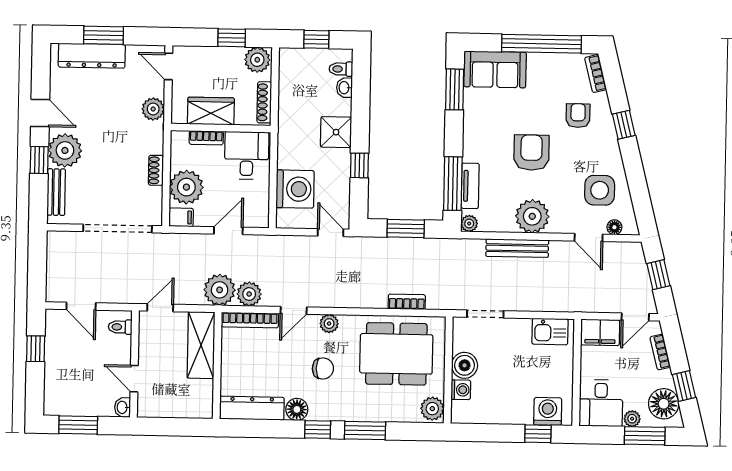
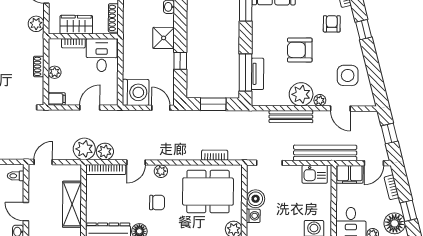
armchair: (531, 153) -> (300, 50), turned -90
plant: (186, 187) -> (55, 72), width x0.53, depth x0.53
washing machine: (295, 189) -> (136, 92), moved
plant: (469, 224) -> (320, 100), moved
floor lamp: (614, 227) -> (358, 101), removed
bench: (566, 301) -> (325, 153), added
shelving: (201, 345) -> (72, 204), moved

